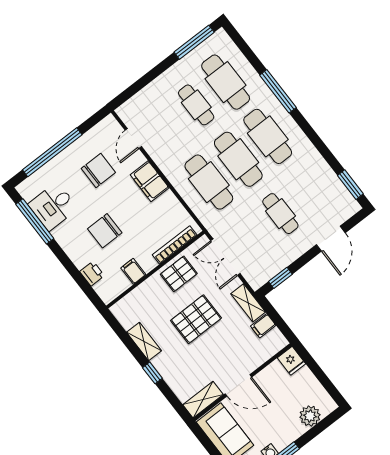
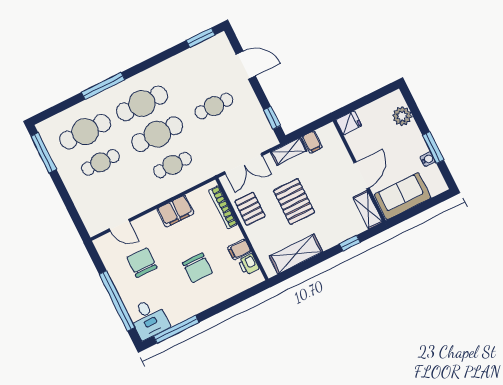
filing cabinet: (150, 181) -> (175, 211), moved
cafe table: (209, 182) -> (172, 165), width x0.73, depth x0.74
desk: (53, 206) -> (149, 319), moved
printer: (92, 274) -> (249, 264), moved, turned -90
shelving: (144, 341) -> (296, 254), width x1.50, depth x1.33
window: (152, 373) -> (350, 243), moved

